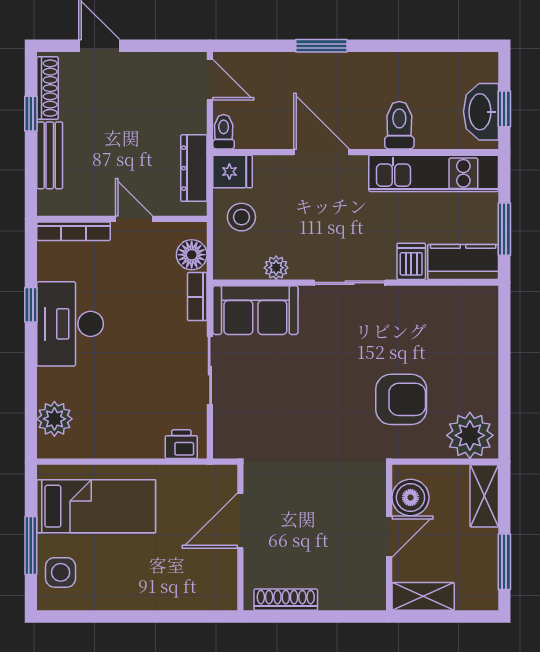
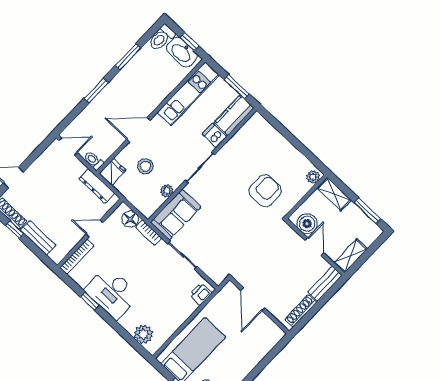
window: (406, 46) -> (128, 57), added
toilet: (399, 125) -> (162, 38), moved, turned -90
stool: (241, 217) -> (145, 166), moved
plant: (470, 435) -> (313, 177), width x0.53, depth x0.53
bench: (353, 598) -> (325, 284), added

